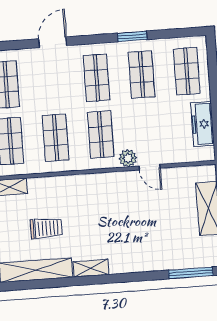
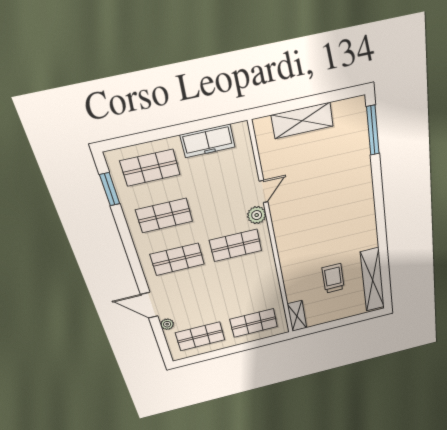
window: (132, 36) -> (110, 189), moved
plant: (28, 55) -> (167, 324), added
shop shelf: (56, 138) -> (245, 286), removed
shelving: (91, 268) -> (370, 232), removed

